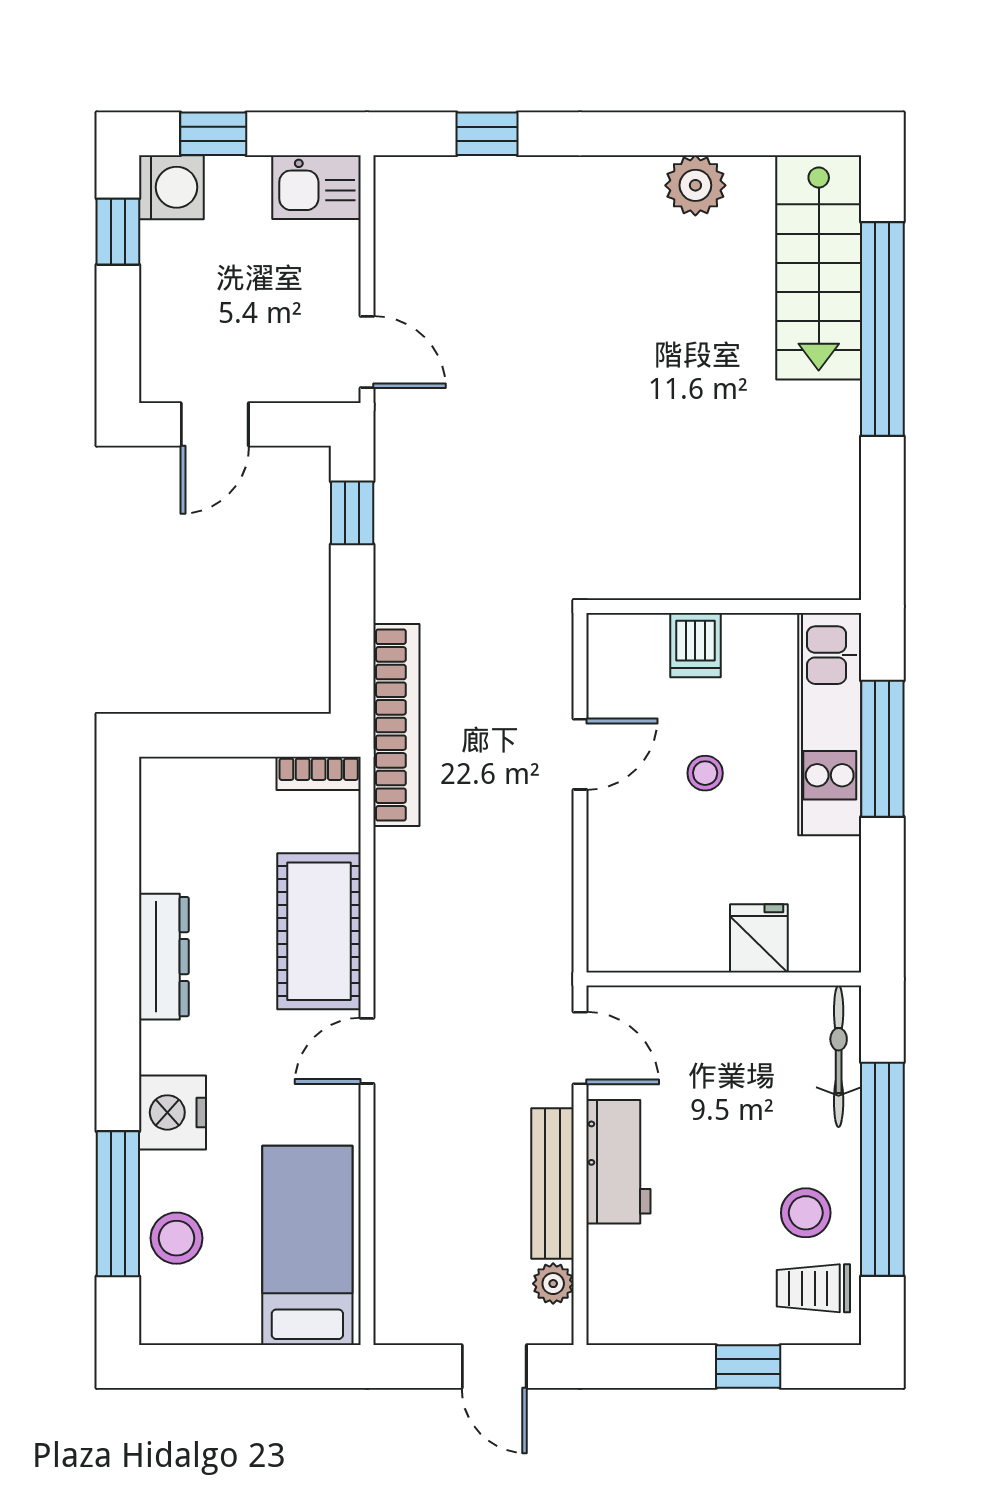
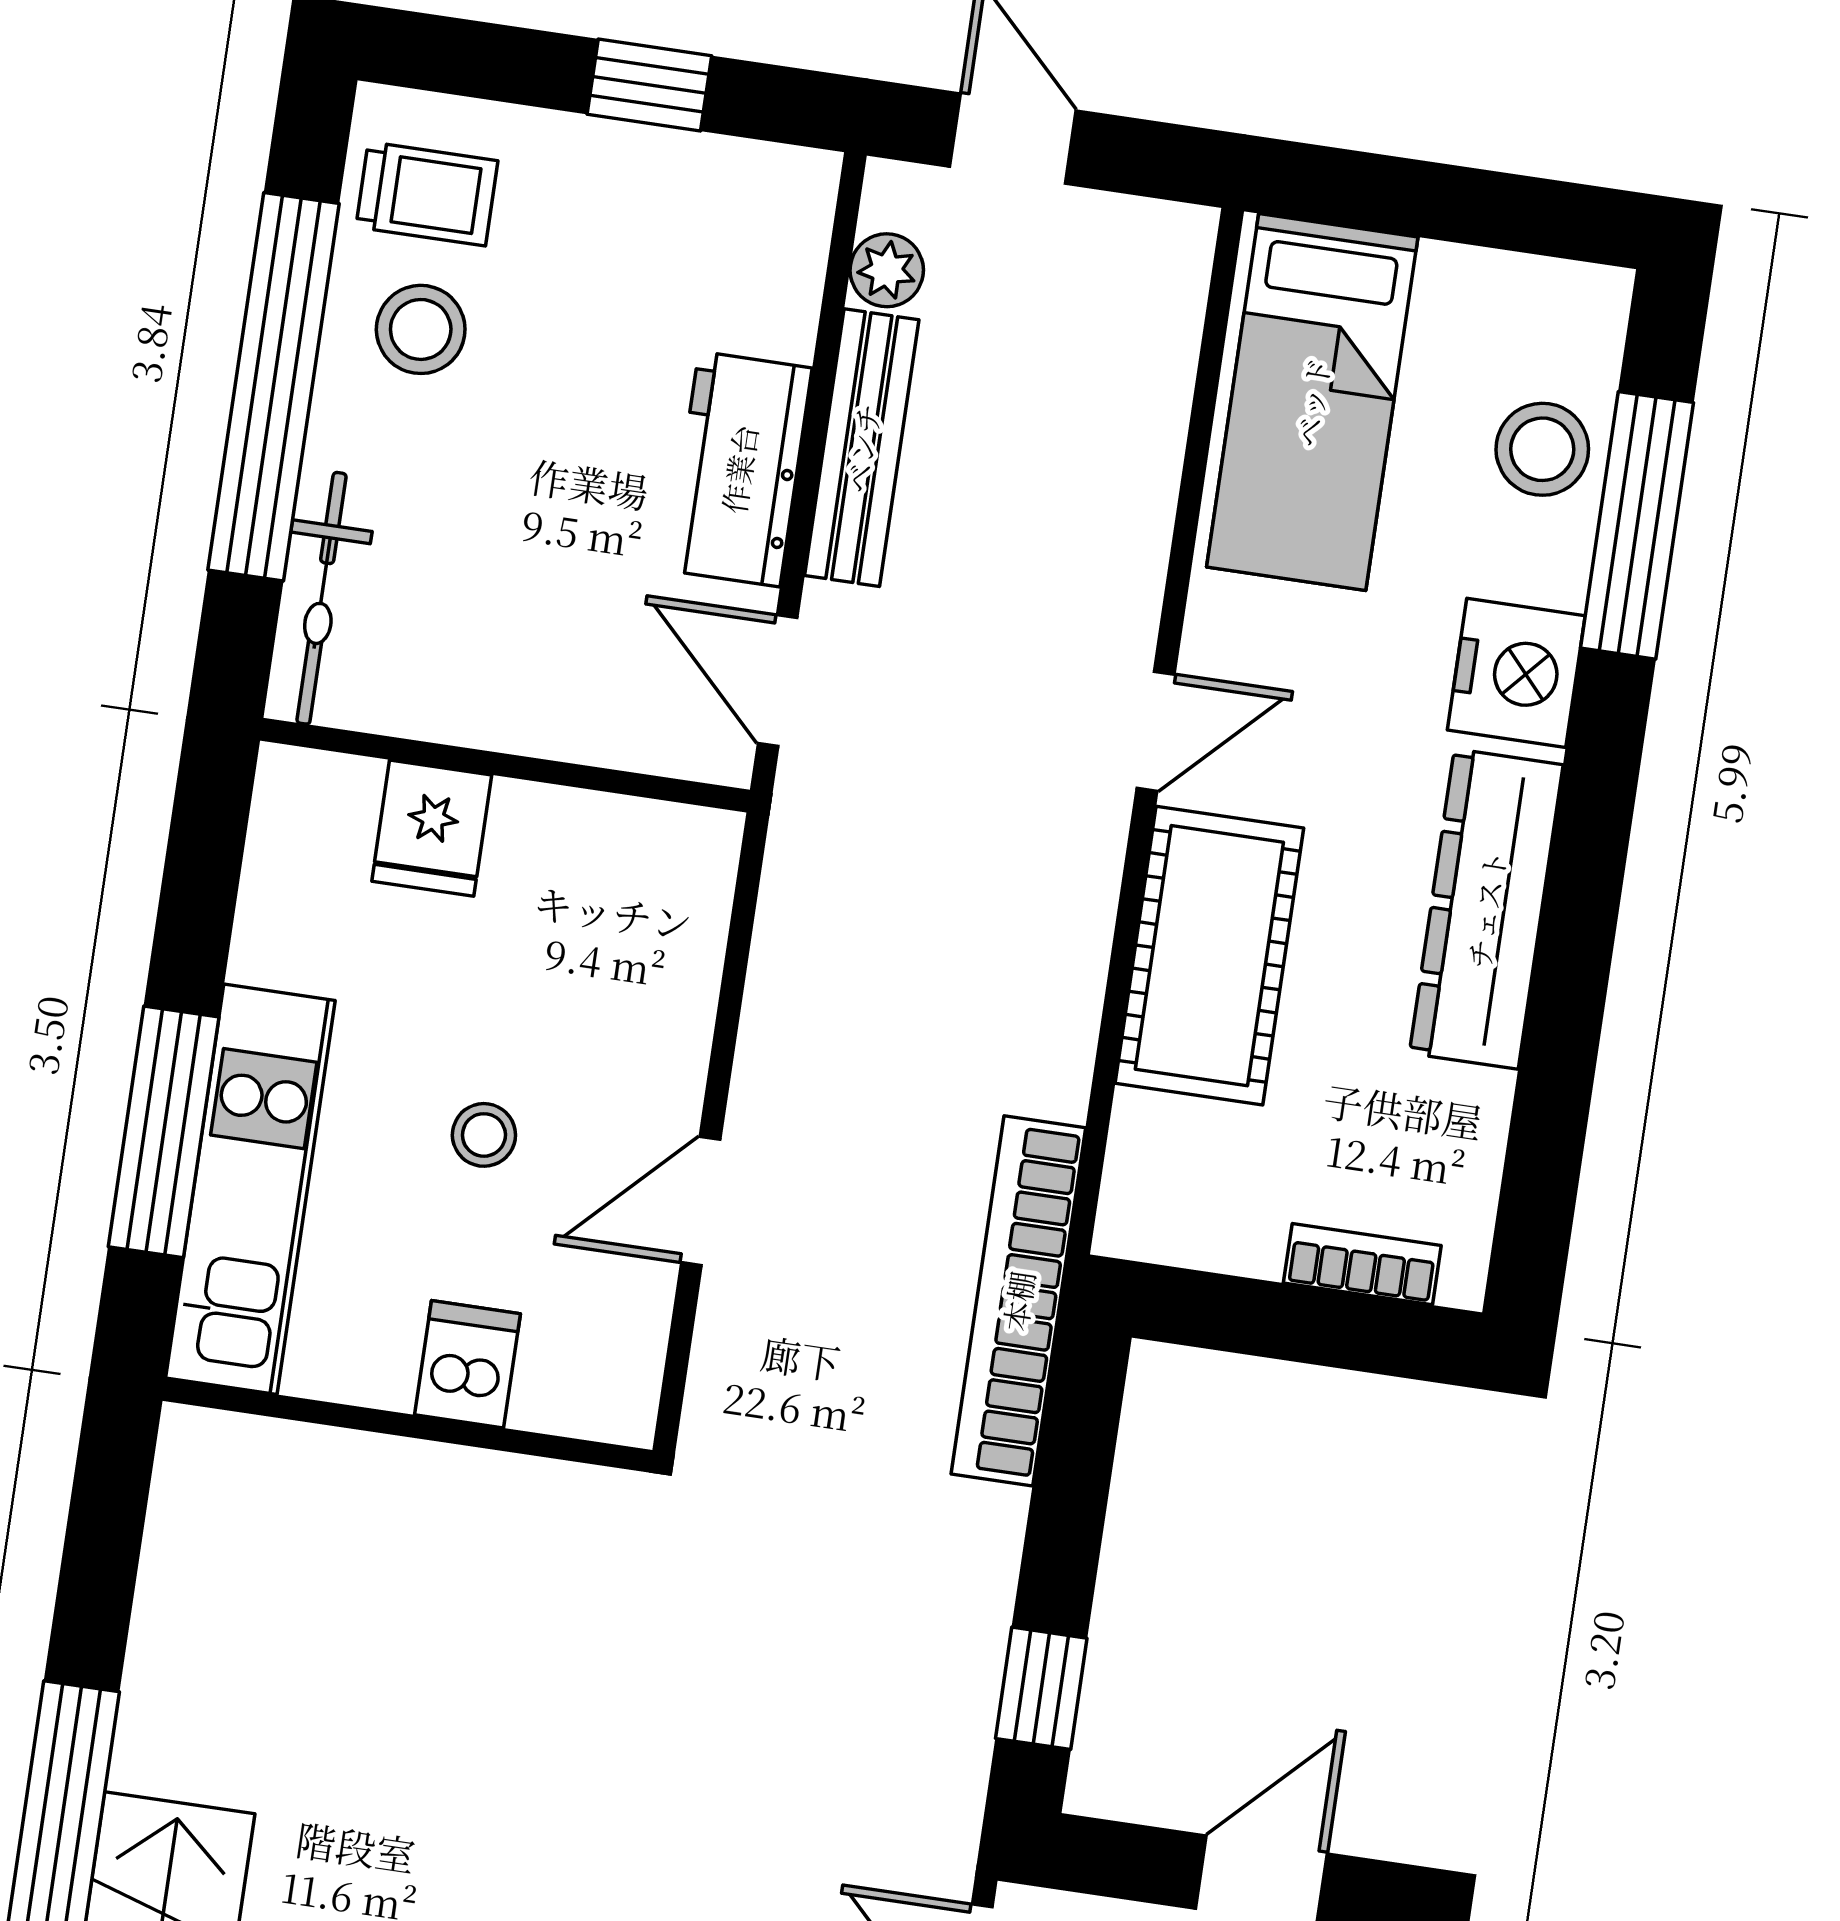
bookcase: (319, 773) -> (1362, 1264), moved
dresser: (164, 957) -> (1486, 909), width x1.37, depth x1.24
window: (748, 1367) -> (649, 85), moved

